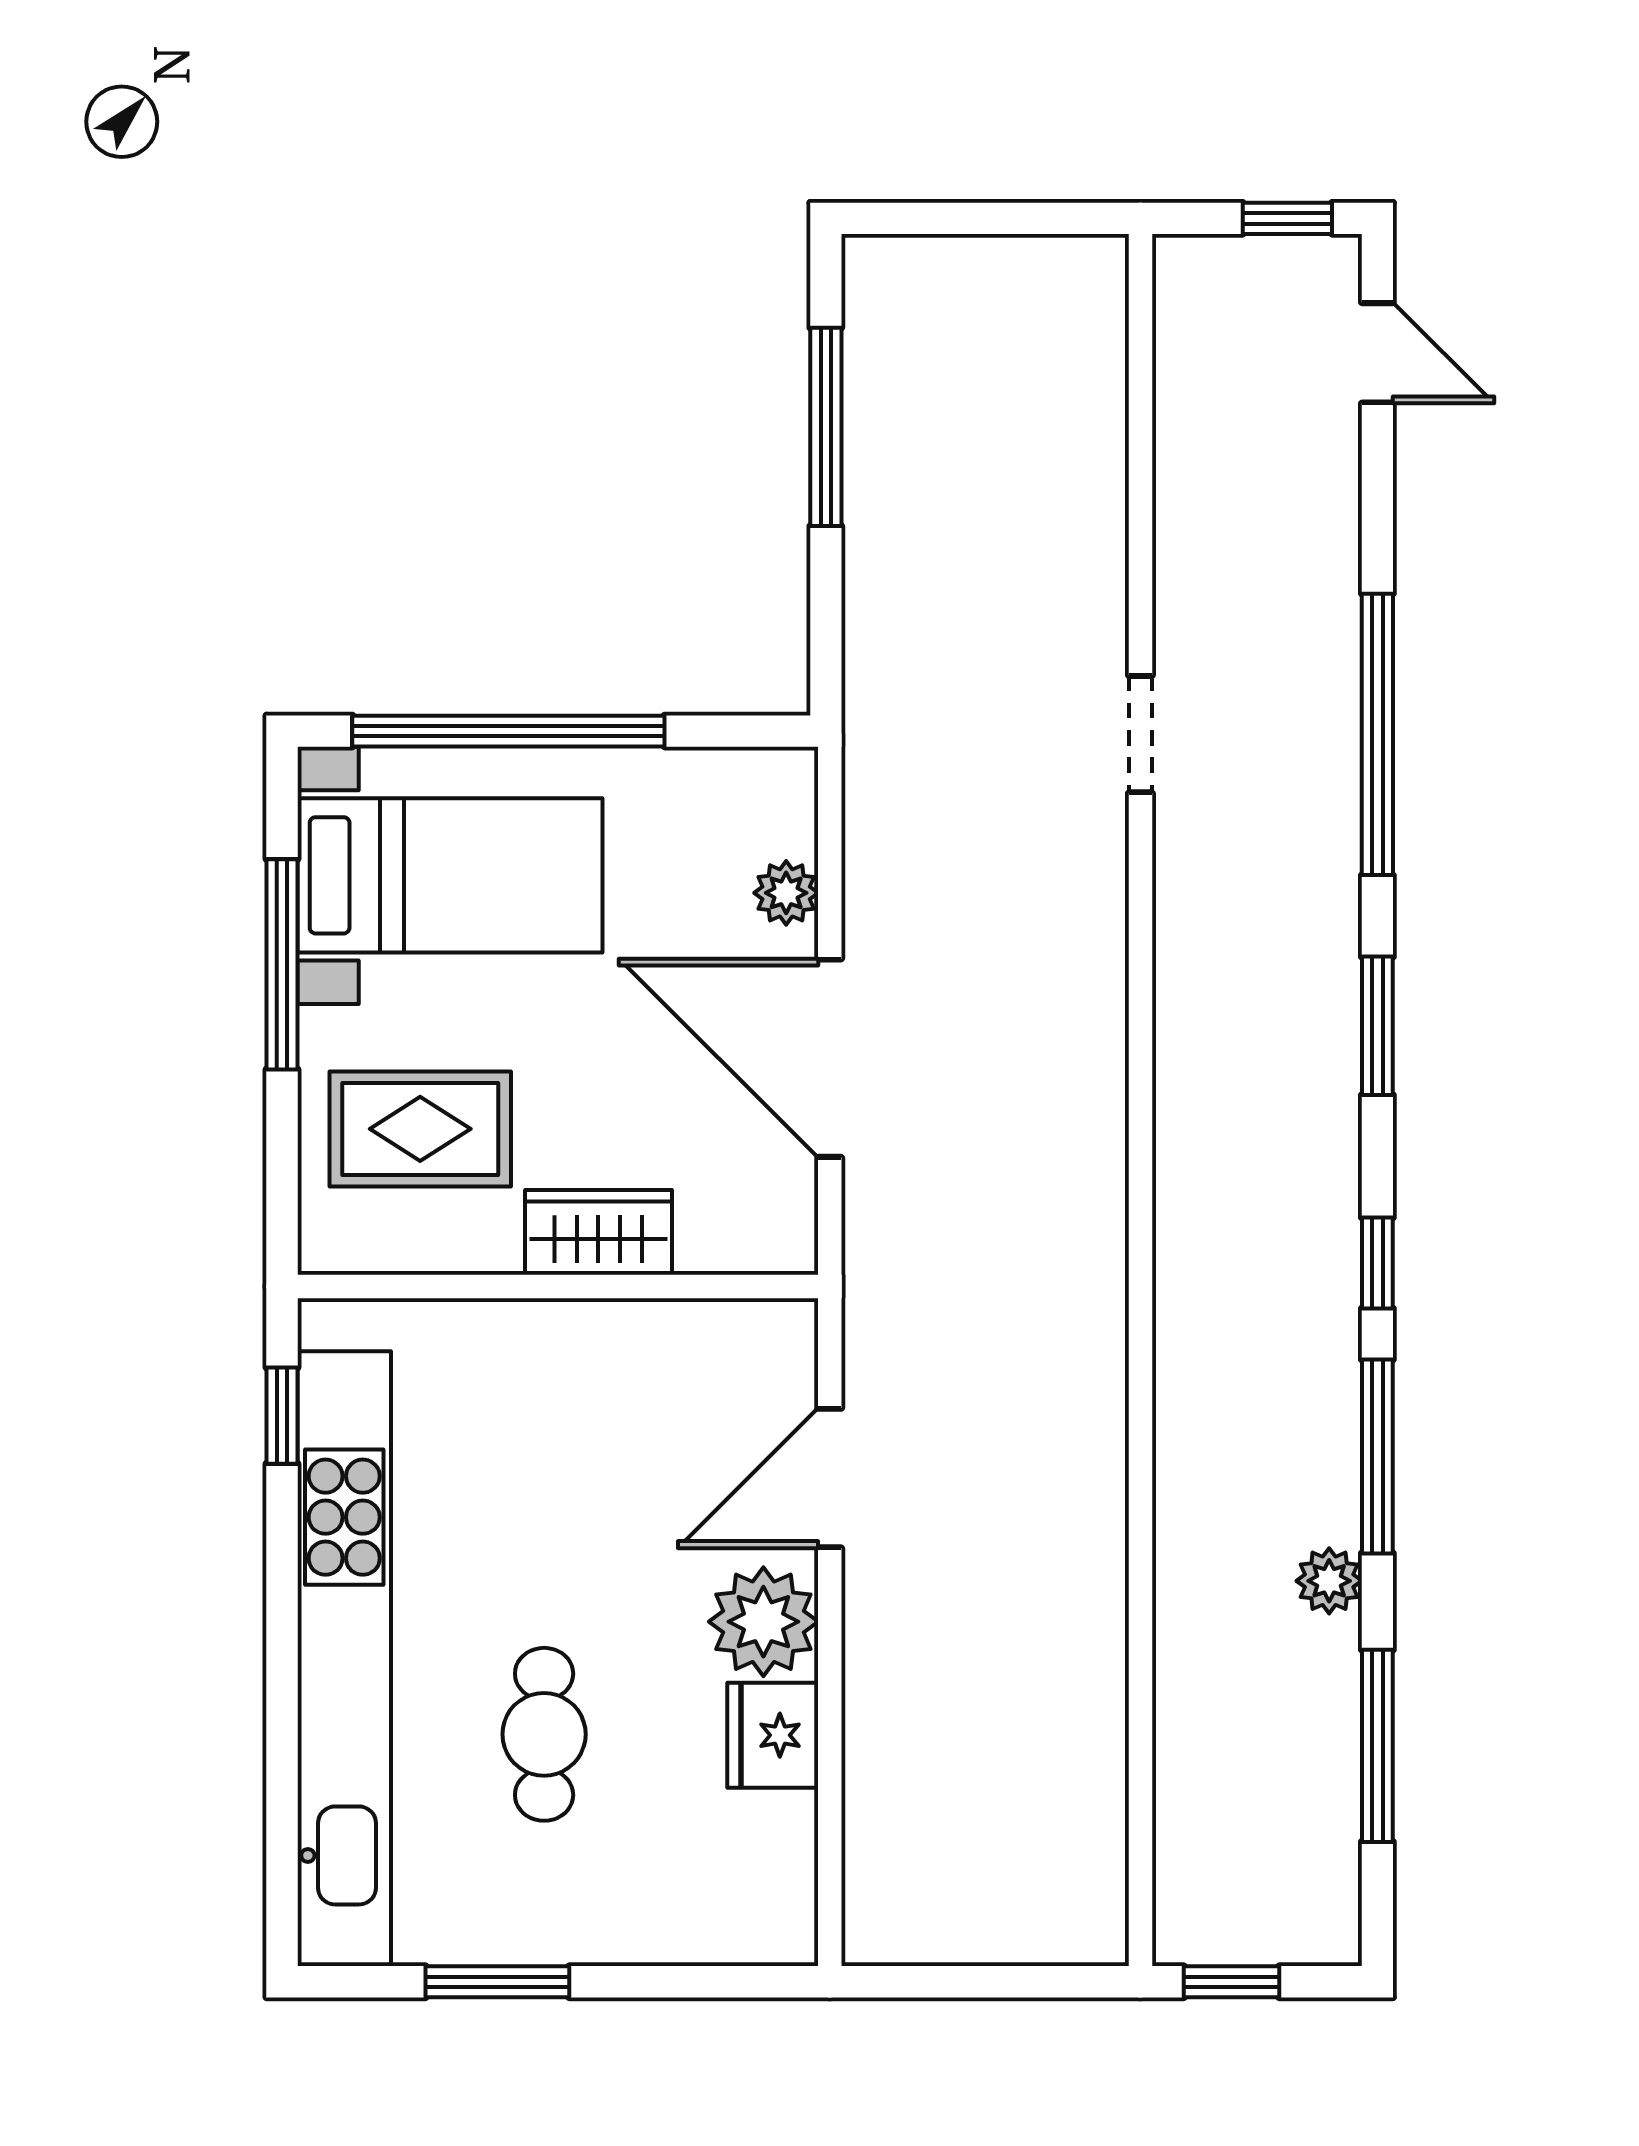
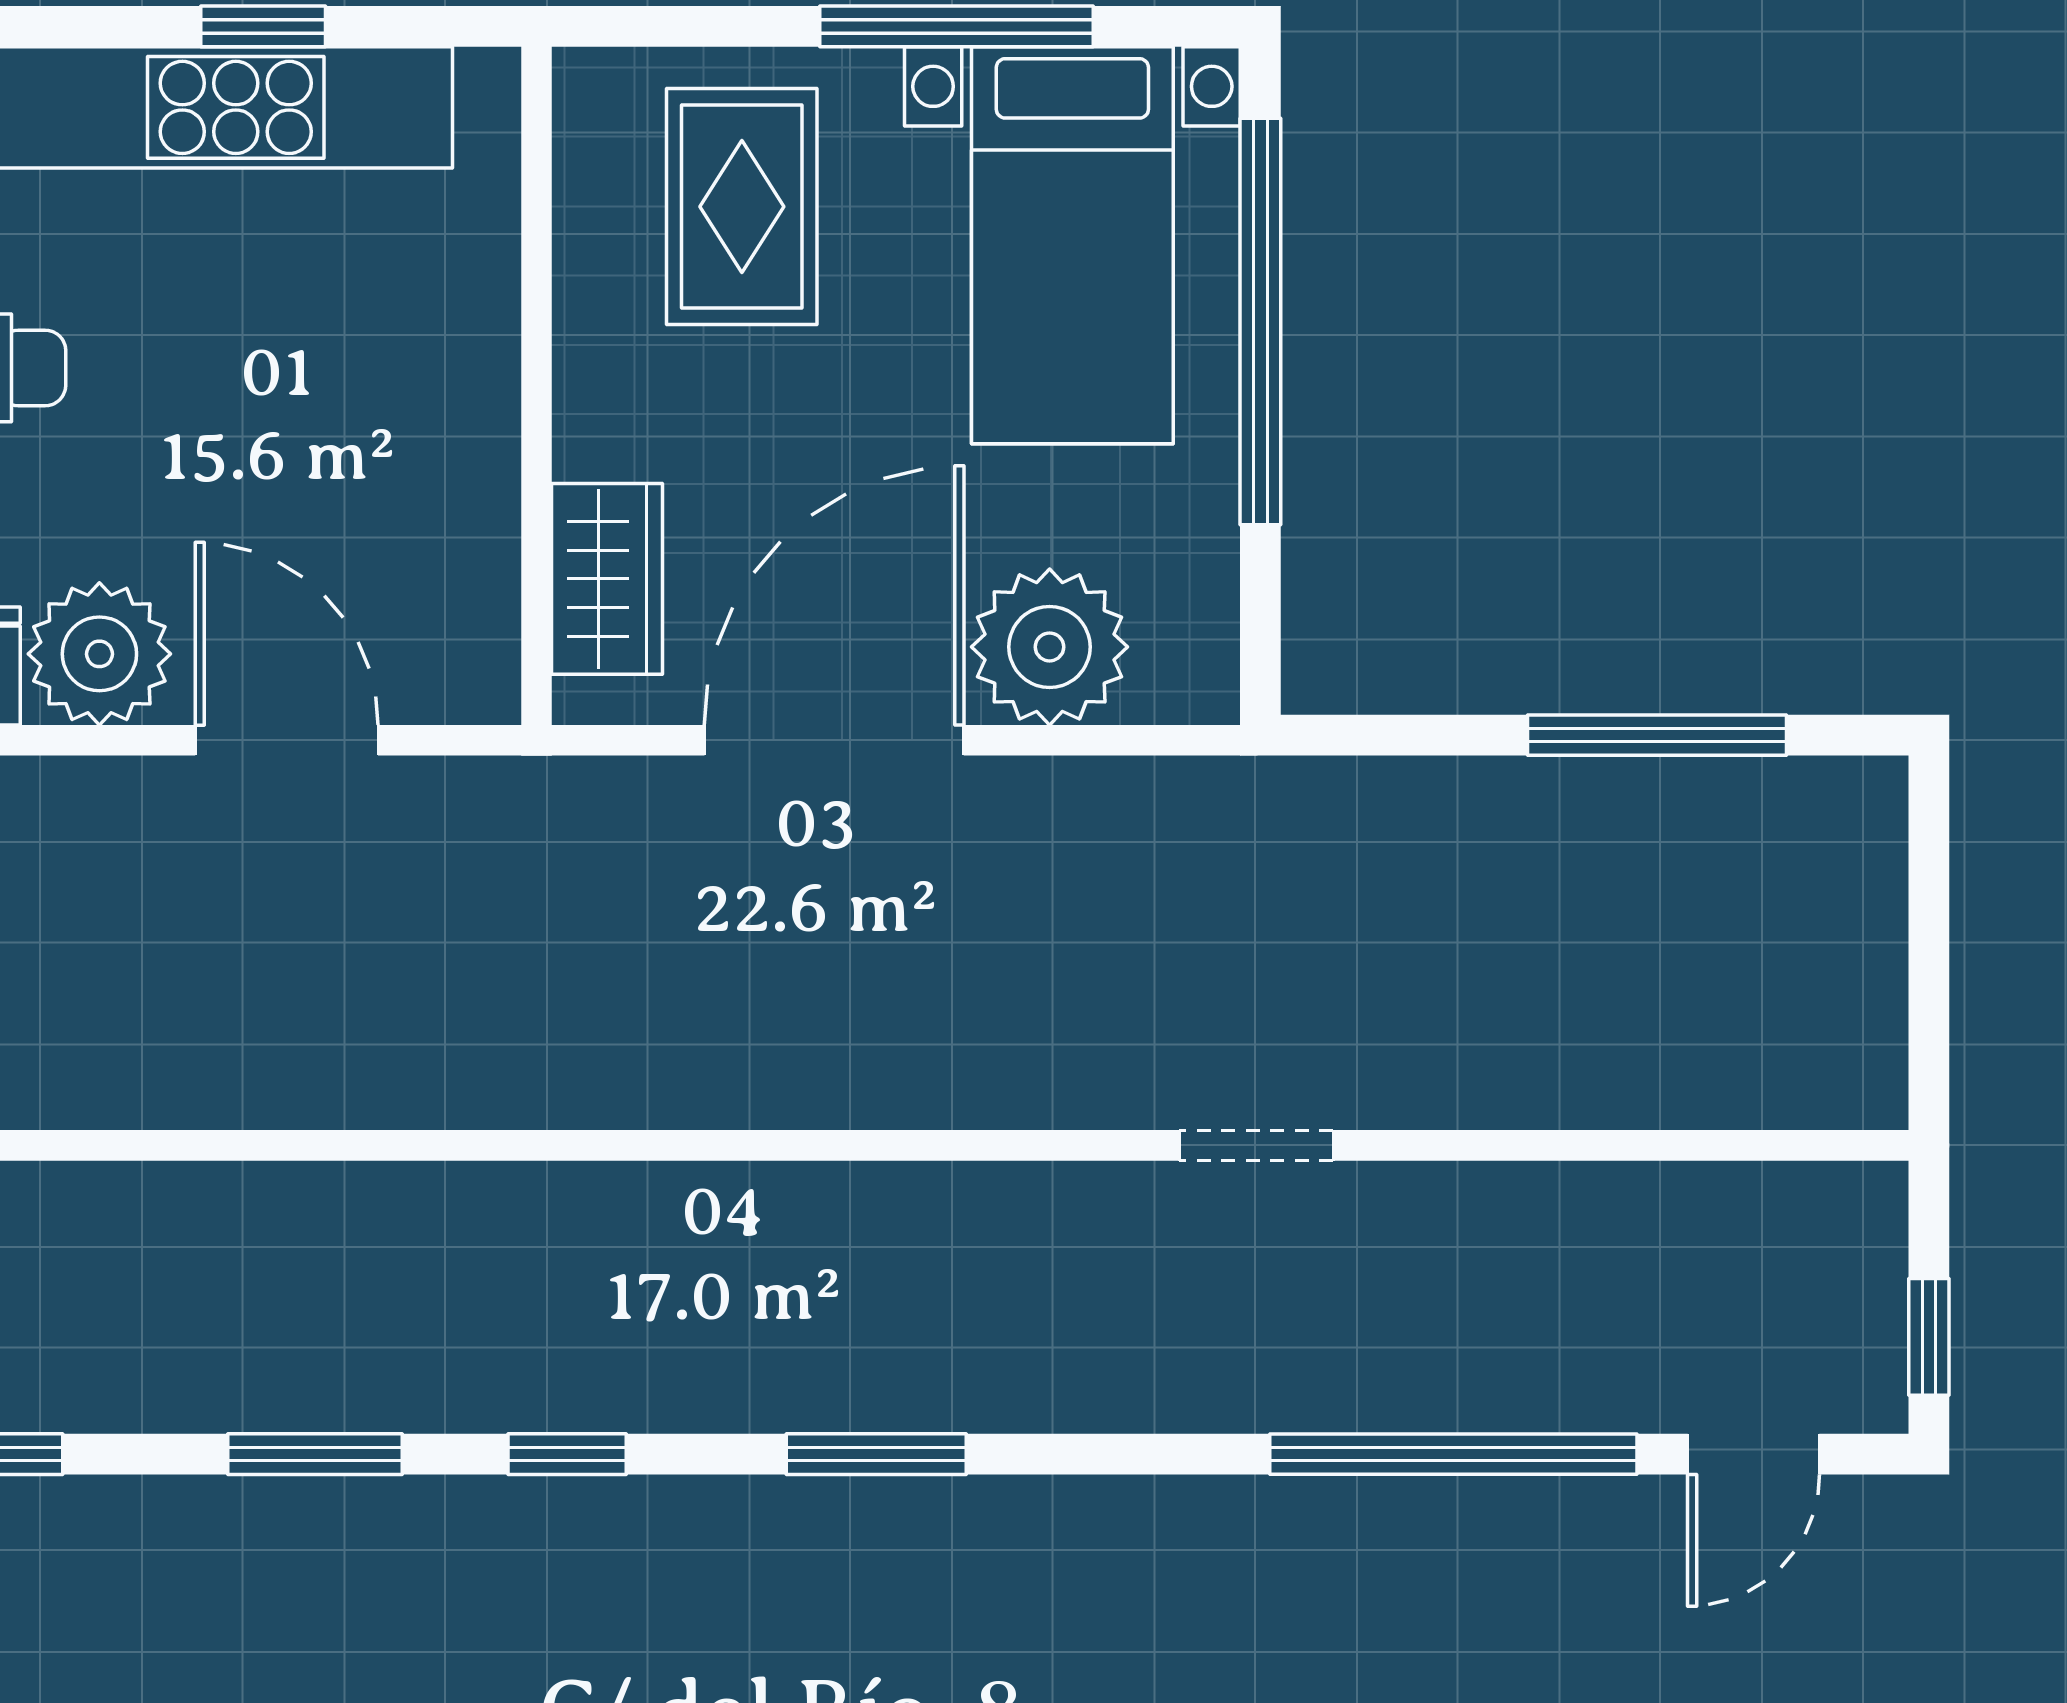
window: (1377, 734) -> (1453, 1454), moved
plant: (786, 893) -> (1050, 647), width x1.88, depth x1.88
wardrobe: (598, 1232) -> (607, 579), moved
window: (282, 1416) -> (263, 26), moved
window: (1377, 1456) -> (315, 1454), width x0.69
plant: (1329, 1581) -> (153, 1391), removed

